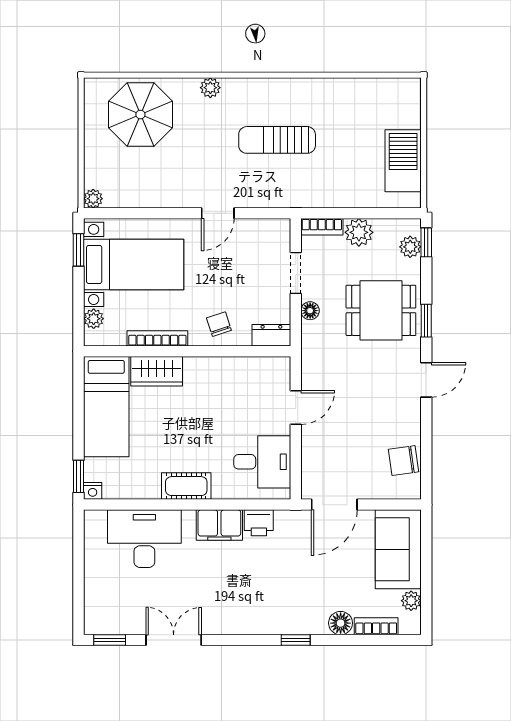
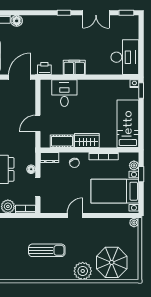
plant: (210, 88) -> (83, 271), width x1.87, depth x1.87
window: (79, 250) -> (141, 174), moved
wardrobe: (157, 371) -> (87, 140), moved
desk: (262, 462) -> (64, 93), moved, turned 90
cot: (186, 486) -> (62, 141), moved
printer: (259, 523) -> (44, 69), moved
desk: (144, 539) -> (125, 57), moved, turned -90
window: (296, 640) -> (64, 13), moved

